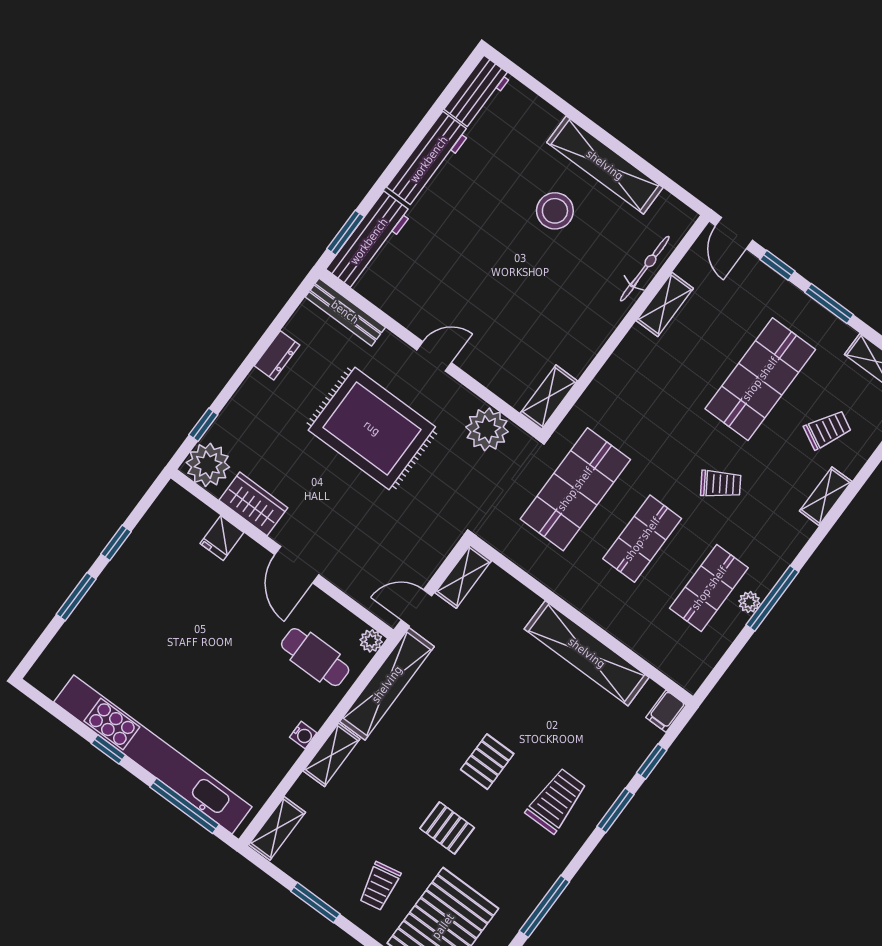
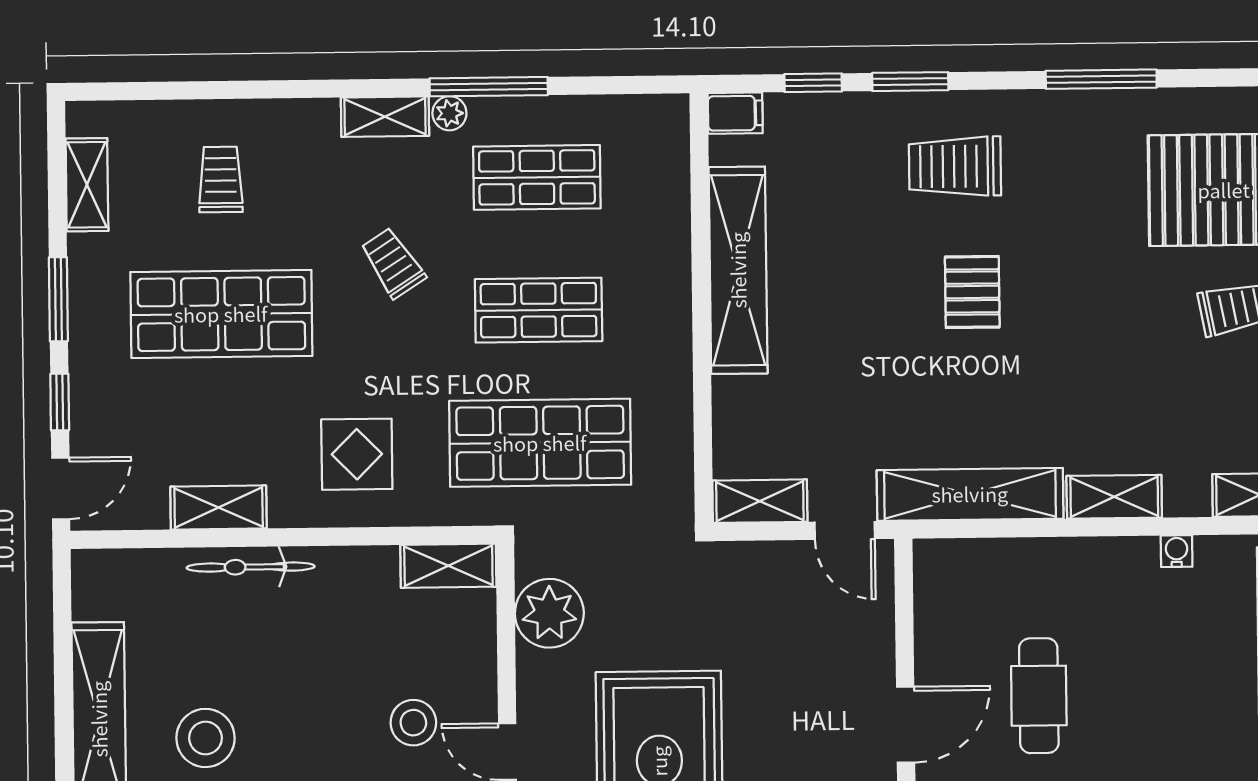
bicycle: (645, 269) -> (251, 567), moved
stool: (484, 320) -> (413, 723), added
display table: (639, 394) -> (357, 454), added
trolley: (827, 430) -> (221, 180), turned 62
shelving: (826, 496) -> (385, 117), moved
plant: (749, 602) -> (449, 113), moved
plant: (371, 641) -> (931, 556), removed
cafe table: (315, 657) -> (1039, 696), moved
water cooler: (303, 735) -> (1177, 551), moved
pallet: (487, 762) -> (972, 292), turned 90
pallet: (447, 828) -> (1095, 279), removed

